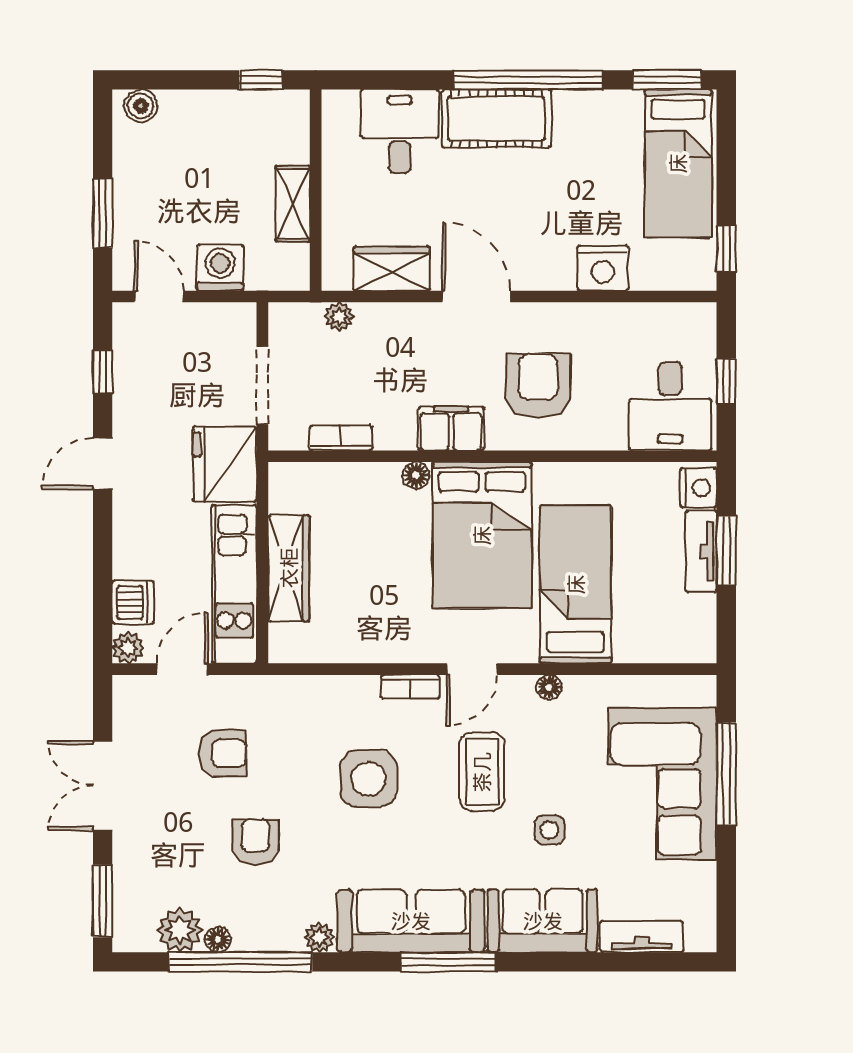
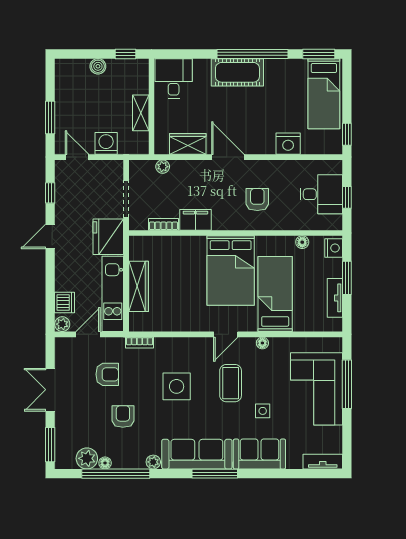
boiler: (141, 106) -> (98, 66), moved
desk: (400, 131) -> (174, 78), moved
armchair: (538, 386) -> (257, 200), width x0.72, depth x0.72
desk: (670, 406) -> (321, 194), moved, turned -90
filing cabinet: (451, 429) -> (195, 220), moved
floor lamp: (416, 475) -> (302, 242), moved
tv unit: (701, 551) -> (335, 298), moved
bookcase: (410, 687) -> (140, 343), moved
tv unit: (642, 937) -> (323, 462), moved

